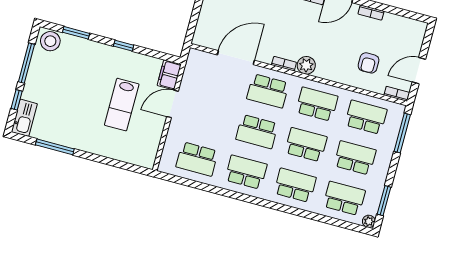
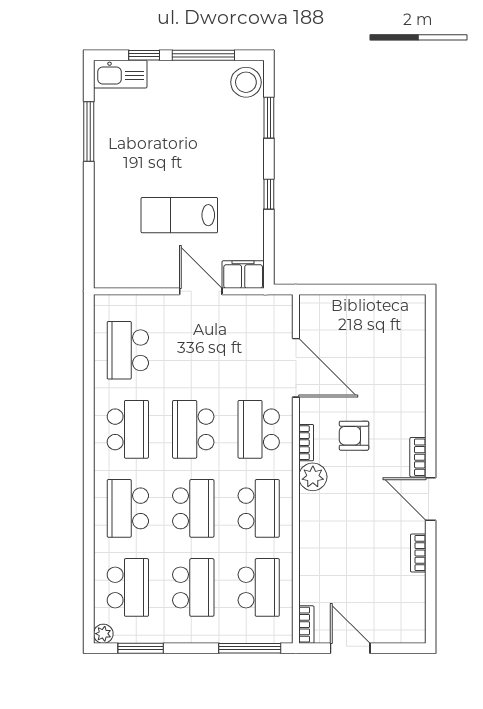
armchair: (369, 63) -> (354, 436), moved
school desk: (295, 185) -> (128, 508), turned 180

